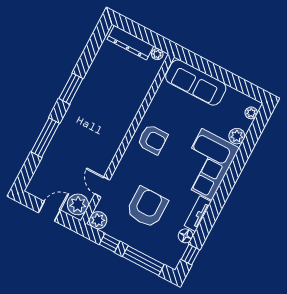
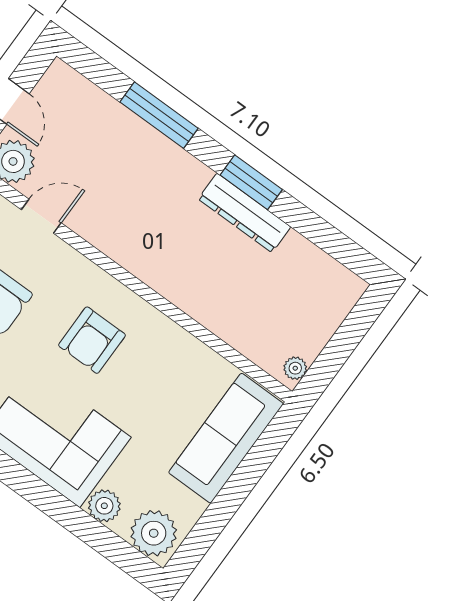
dresser: (130, 43) -> (244, 213), moved, turned -90
plant: (251, 113) -> (154, 533), width x1.87, depth x1.87
armchair: (153, 139) -> (92, 340), moved

